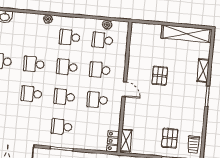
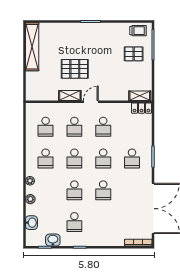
plant: (107, 25) -> (30, 199), moved
shelving: (203, 70) -> (70, 96), moved
pallet: (160, 76) -> (75, 69), width x1.50, depth x1.42

